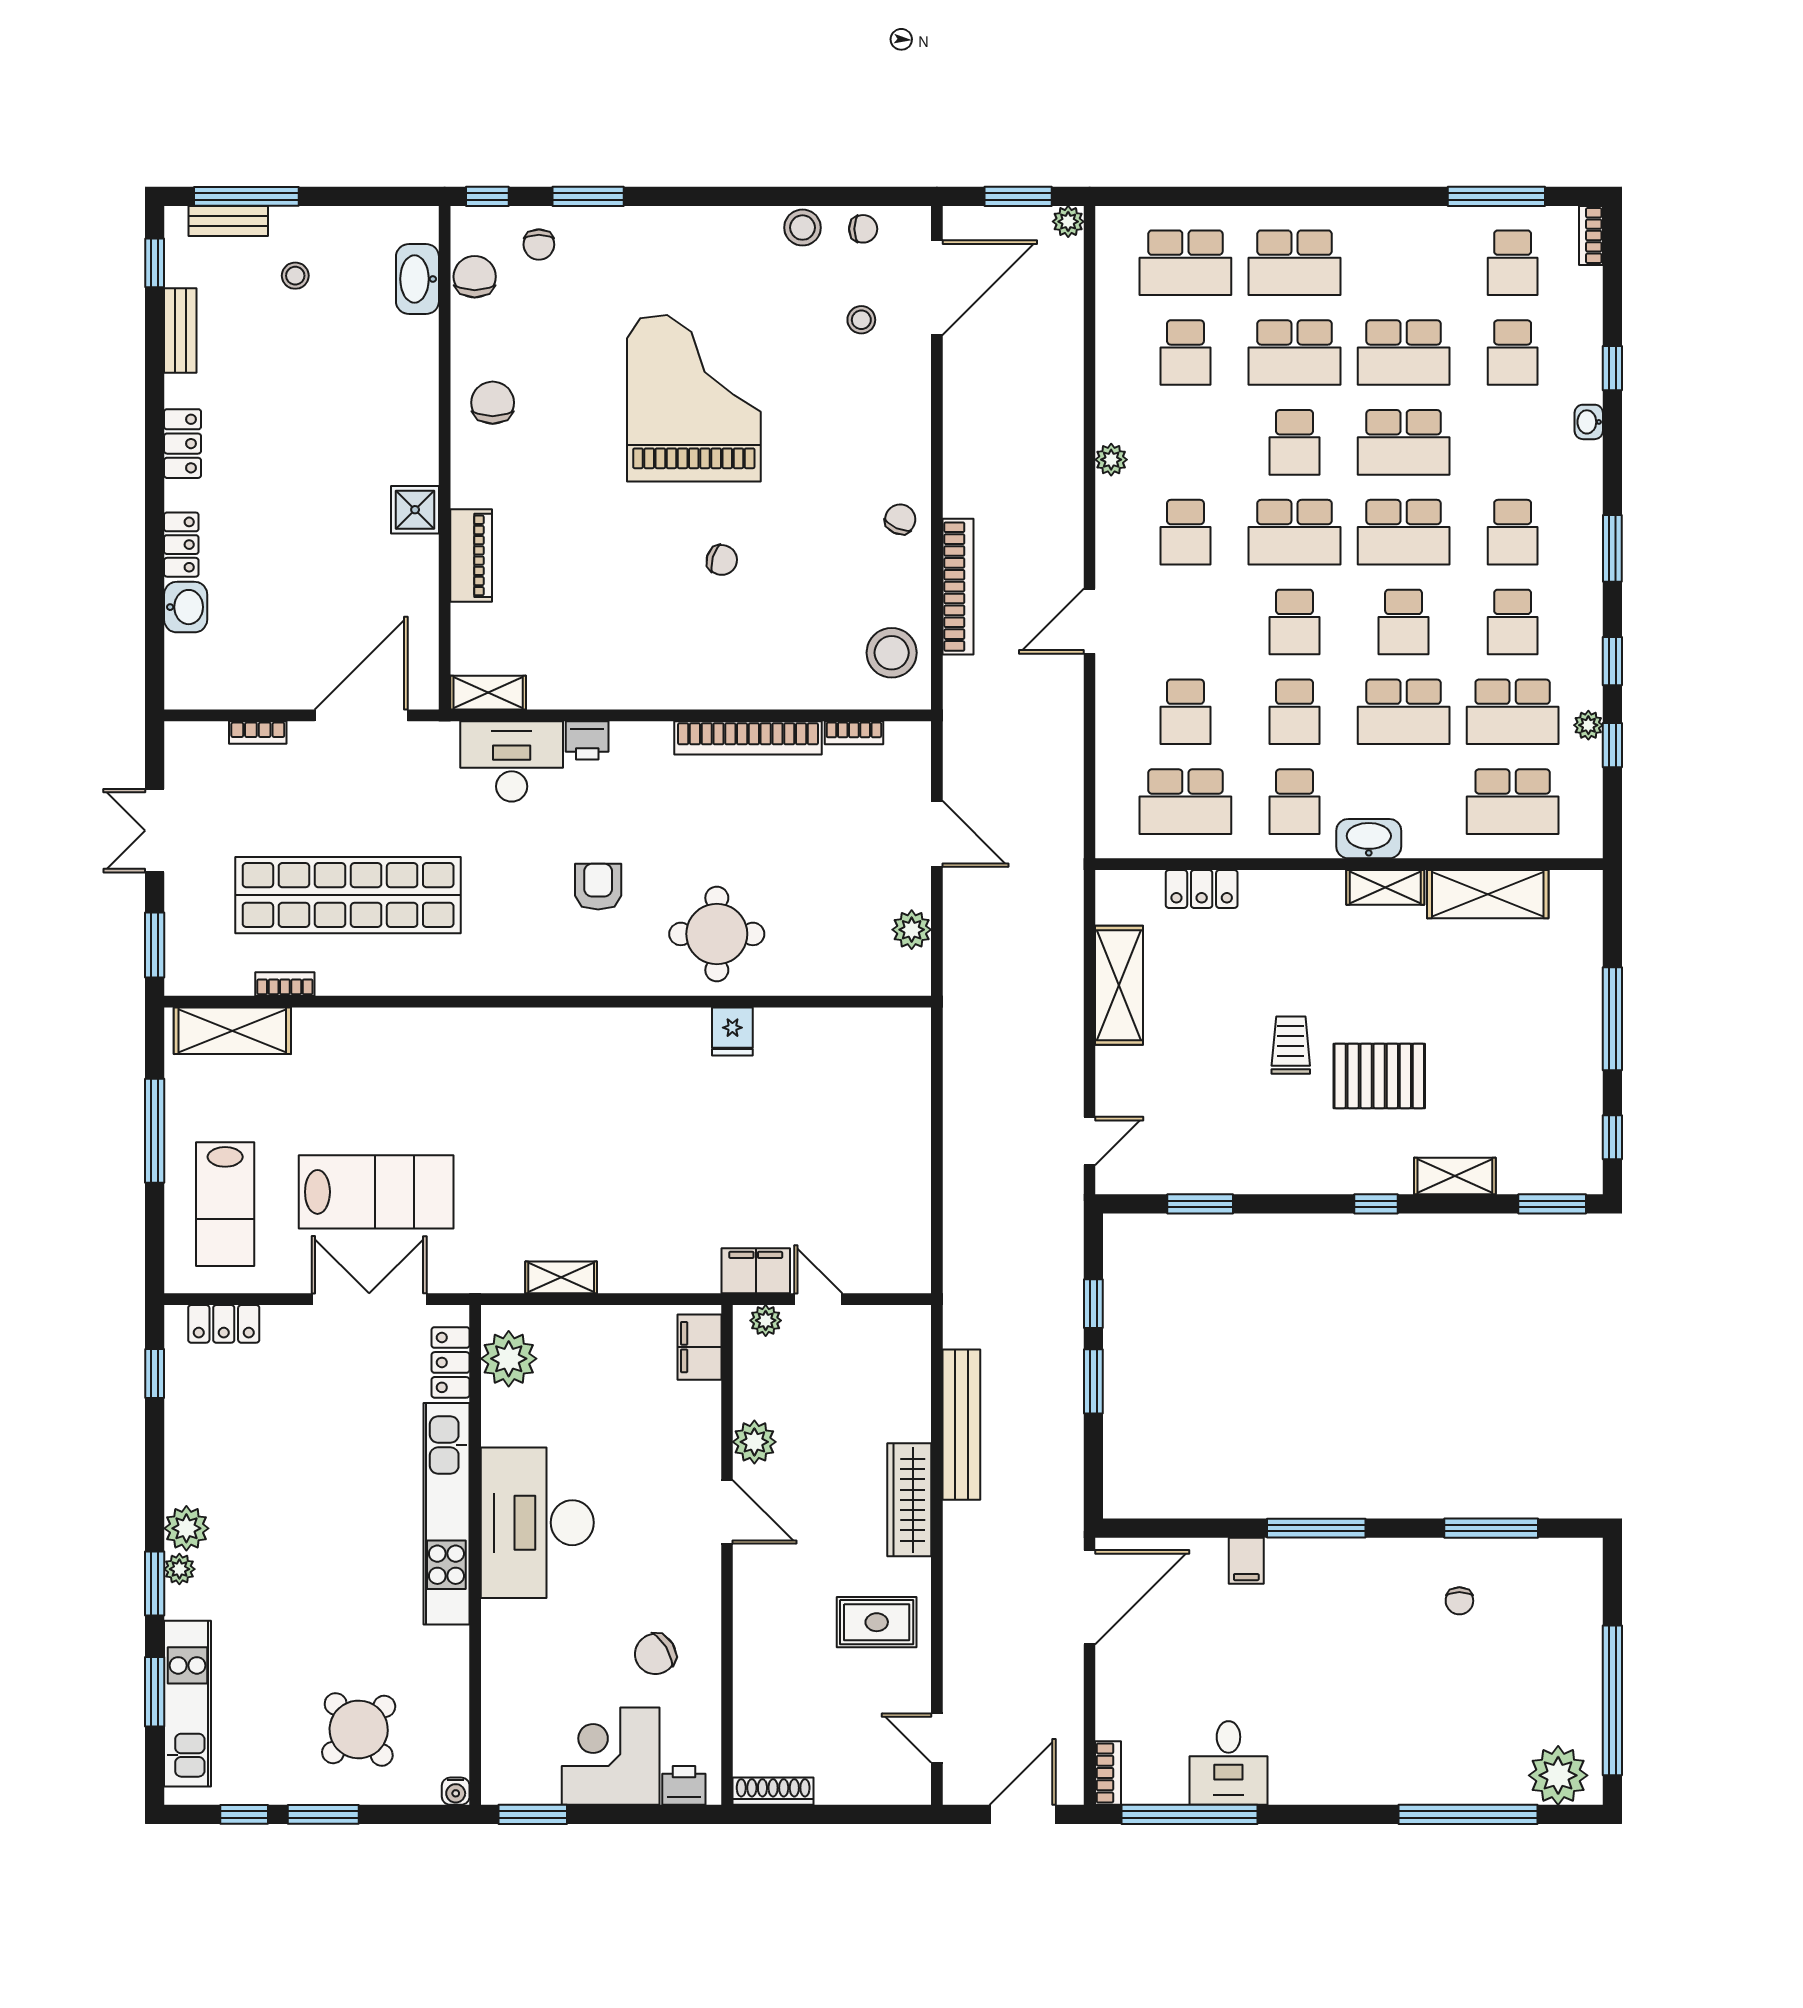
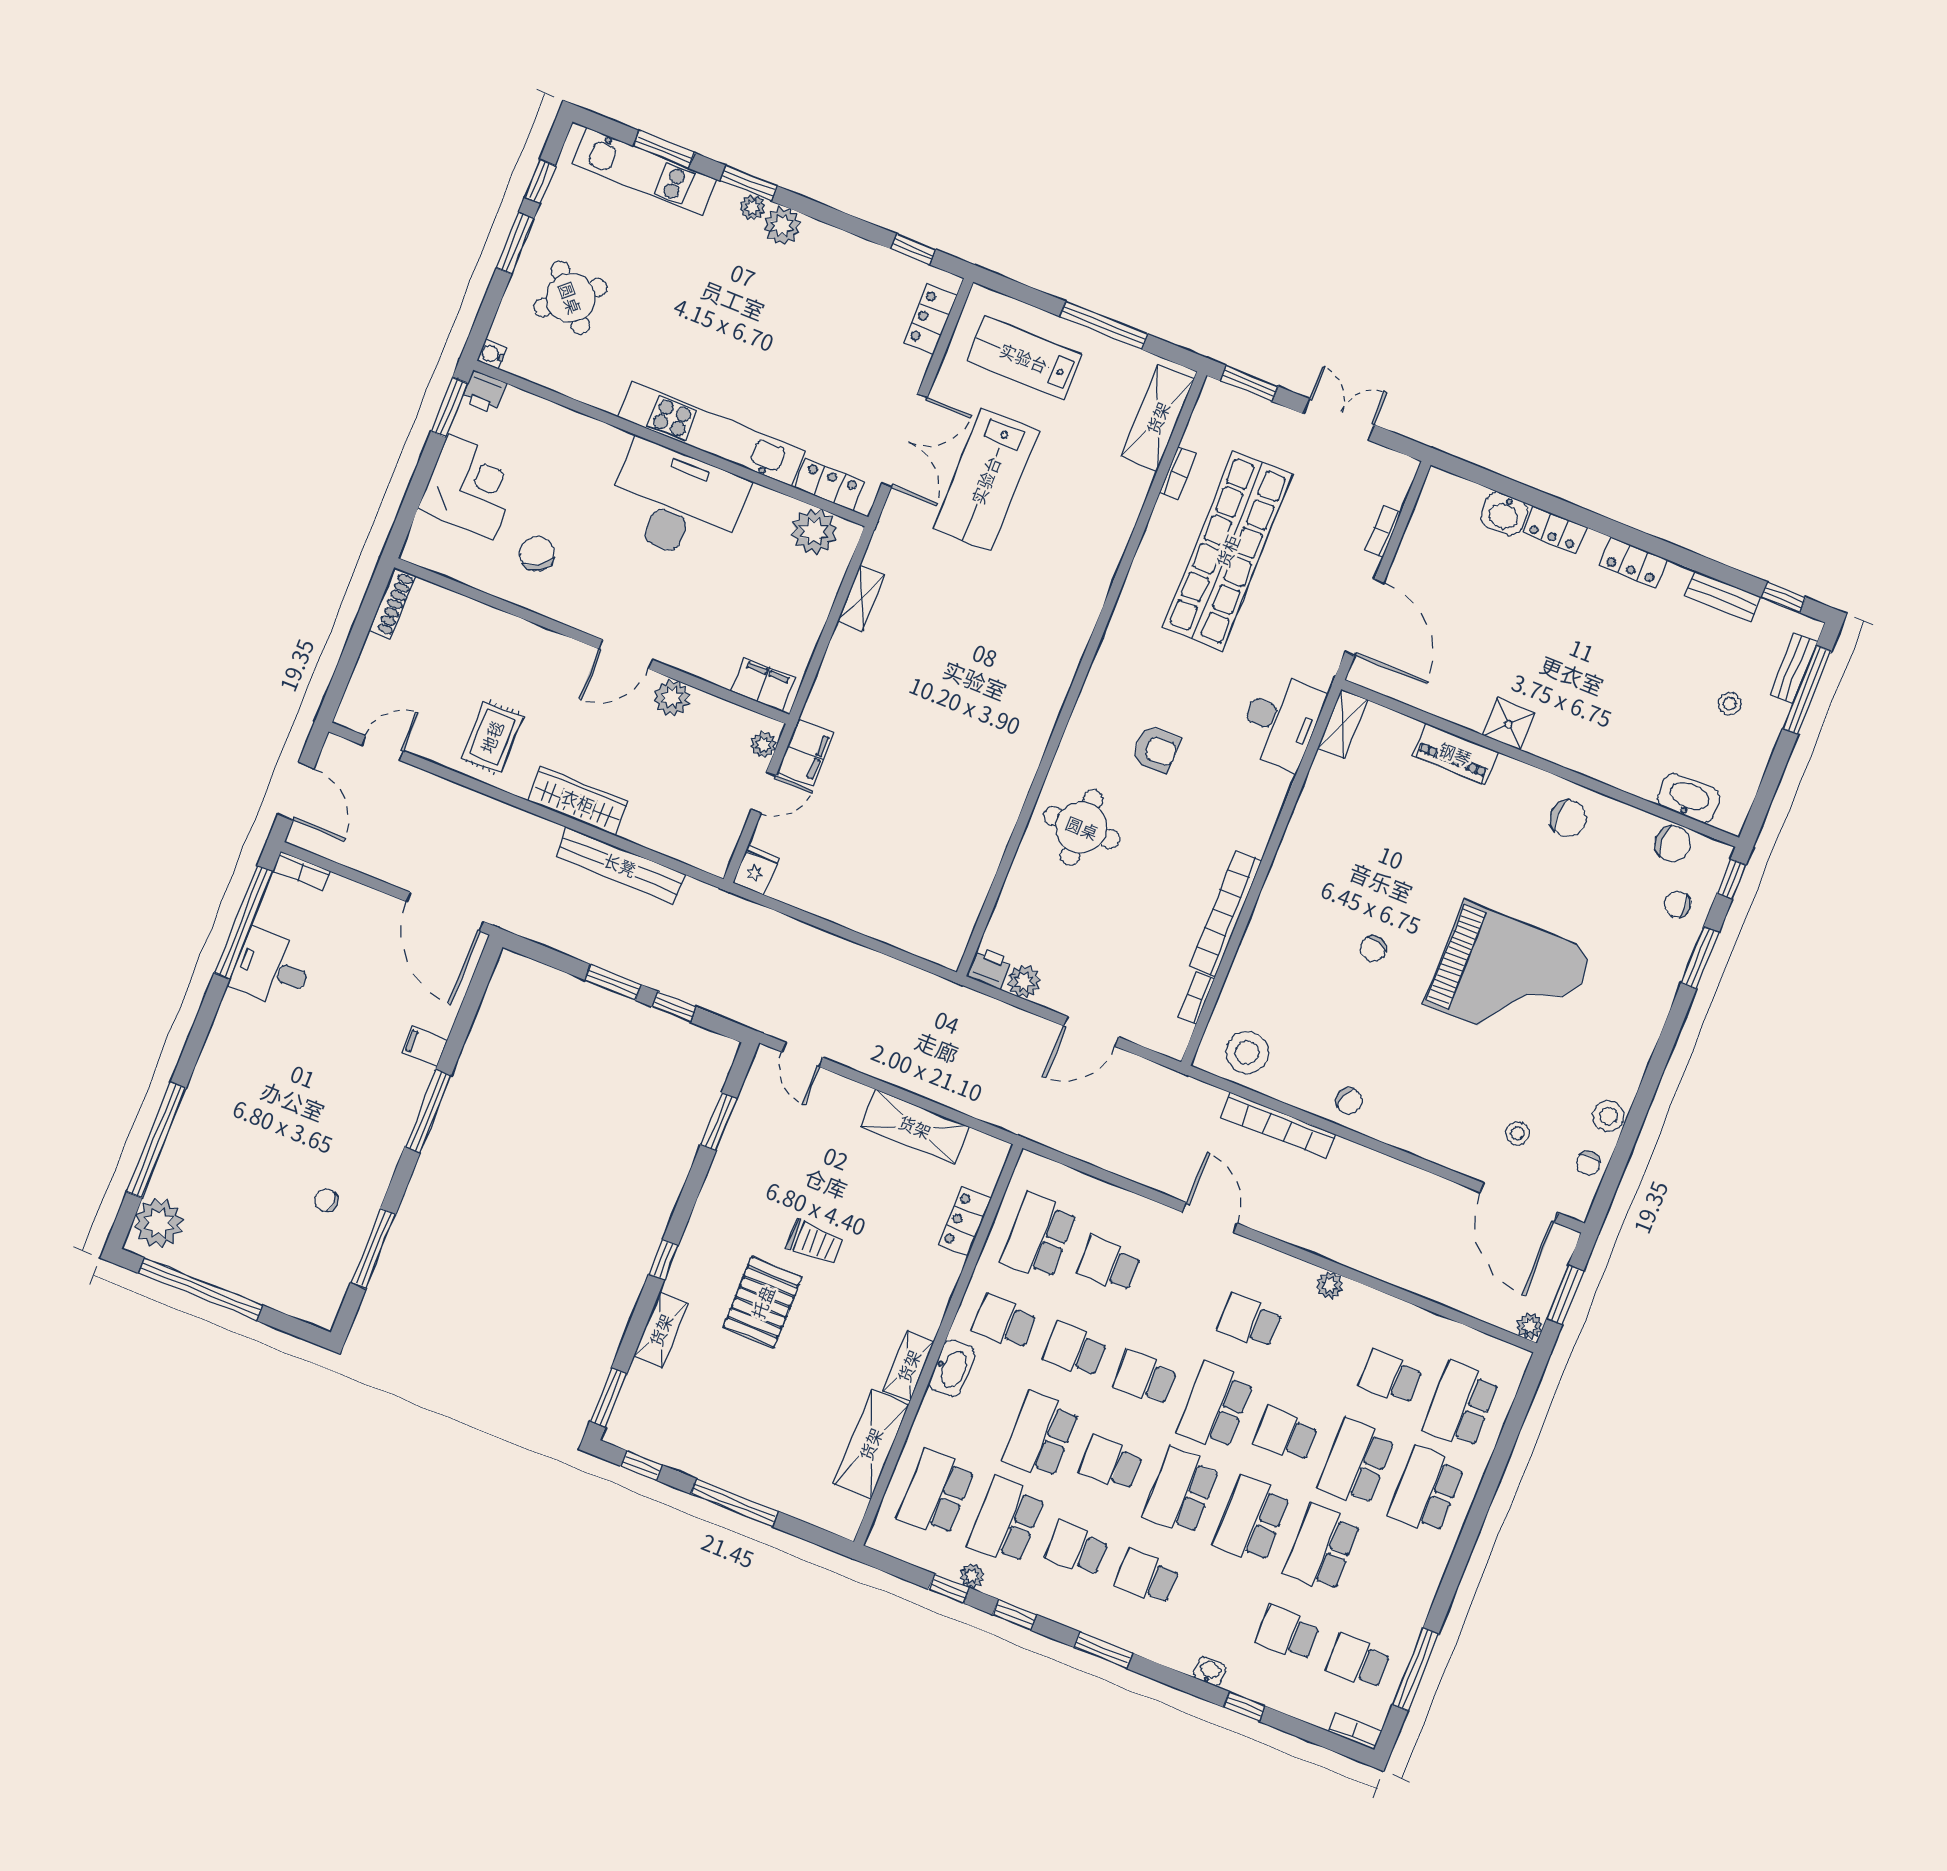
printer: (587, 740) -> (990, 968), moved, turned 90
fridge: (732, 1031) -> (756, 870), moved, turned 90
printer: (684, 1785) -> (484, 392), moved, turned 90

